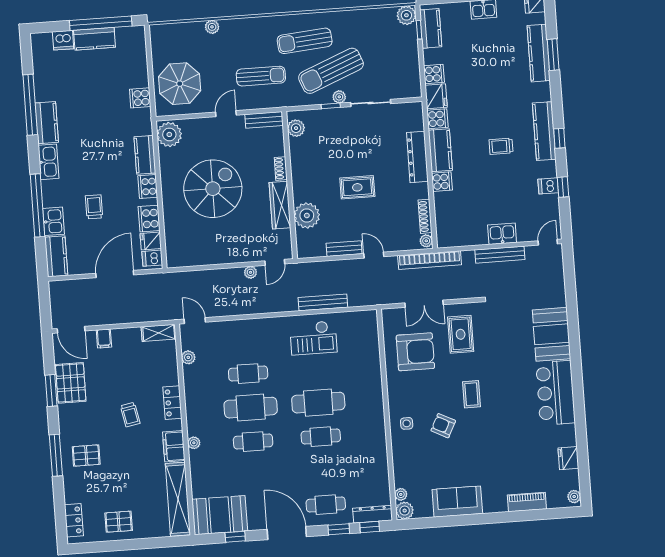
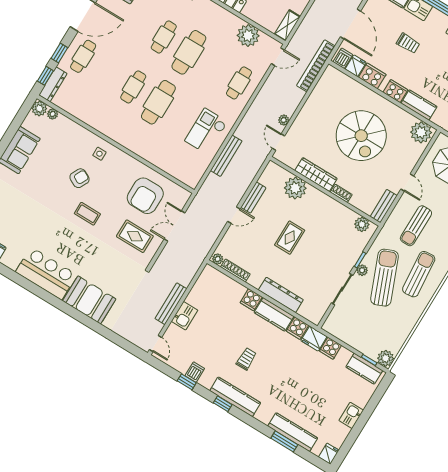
bookcase: (430, 260) -> (316, 66), moved
plant: (188, 357) -> (248, 36), width x1.88, depth x1.88
cafe table: (248, 374) -> (239, 83), moved

